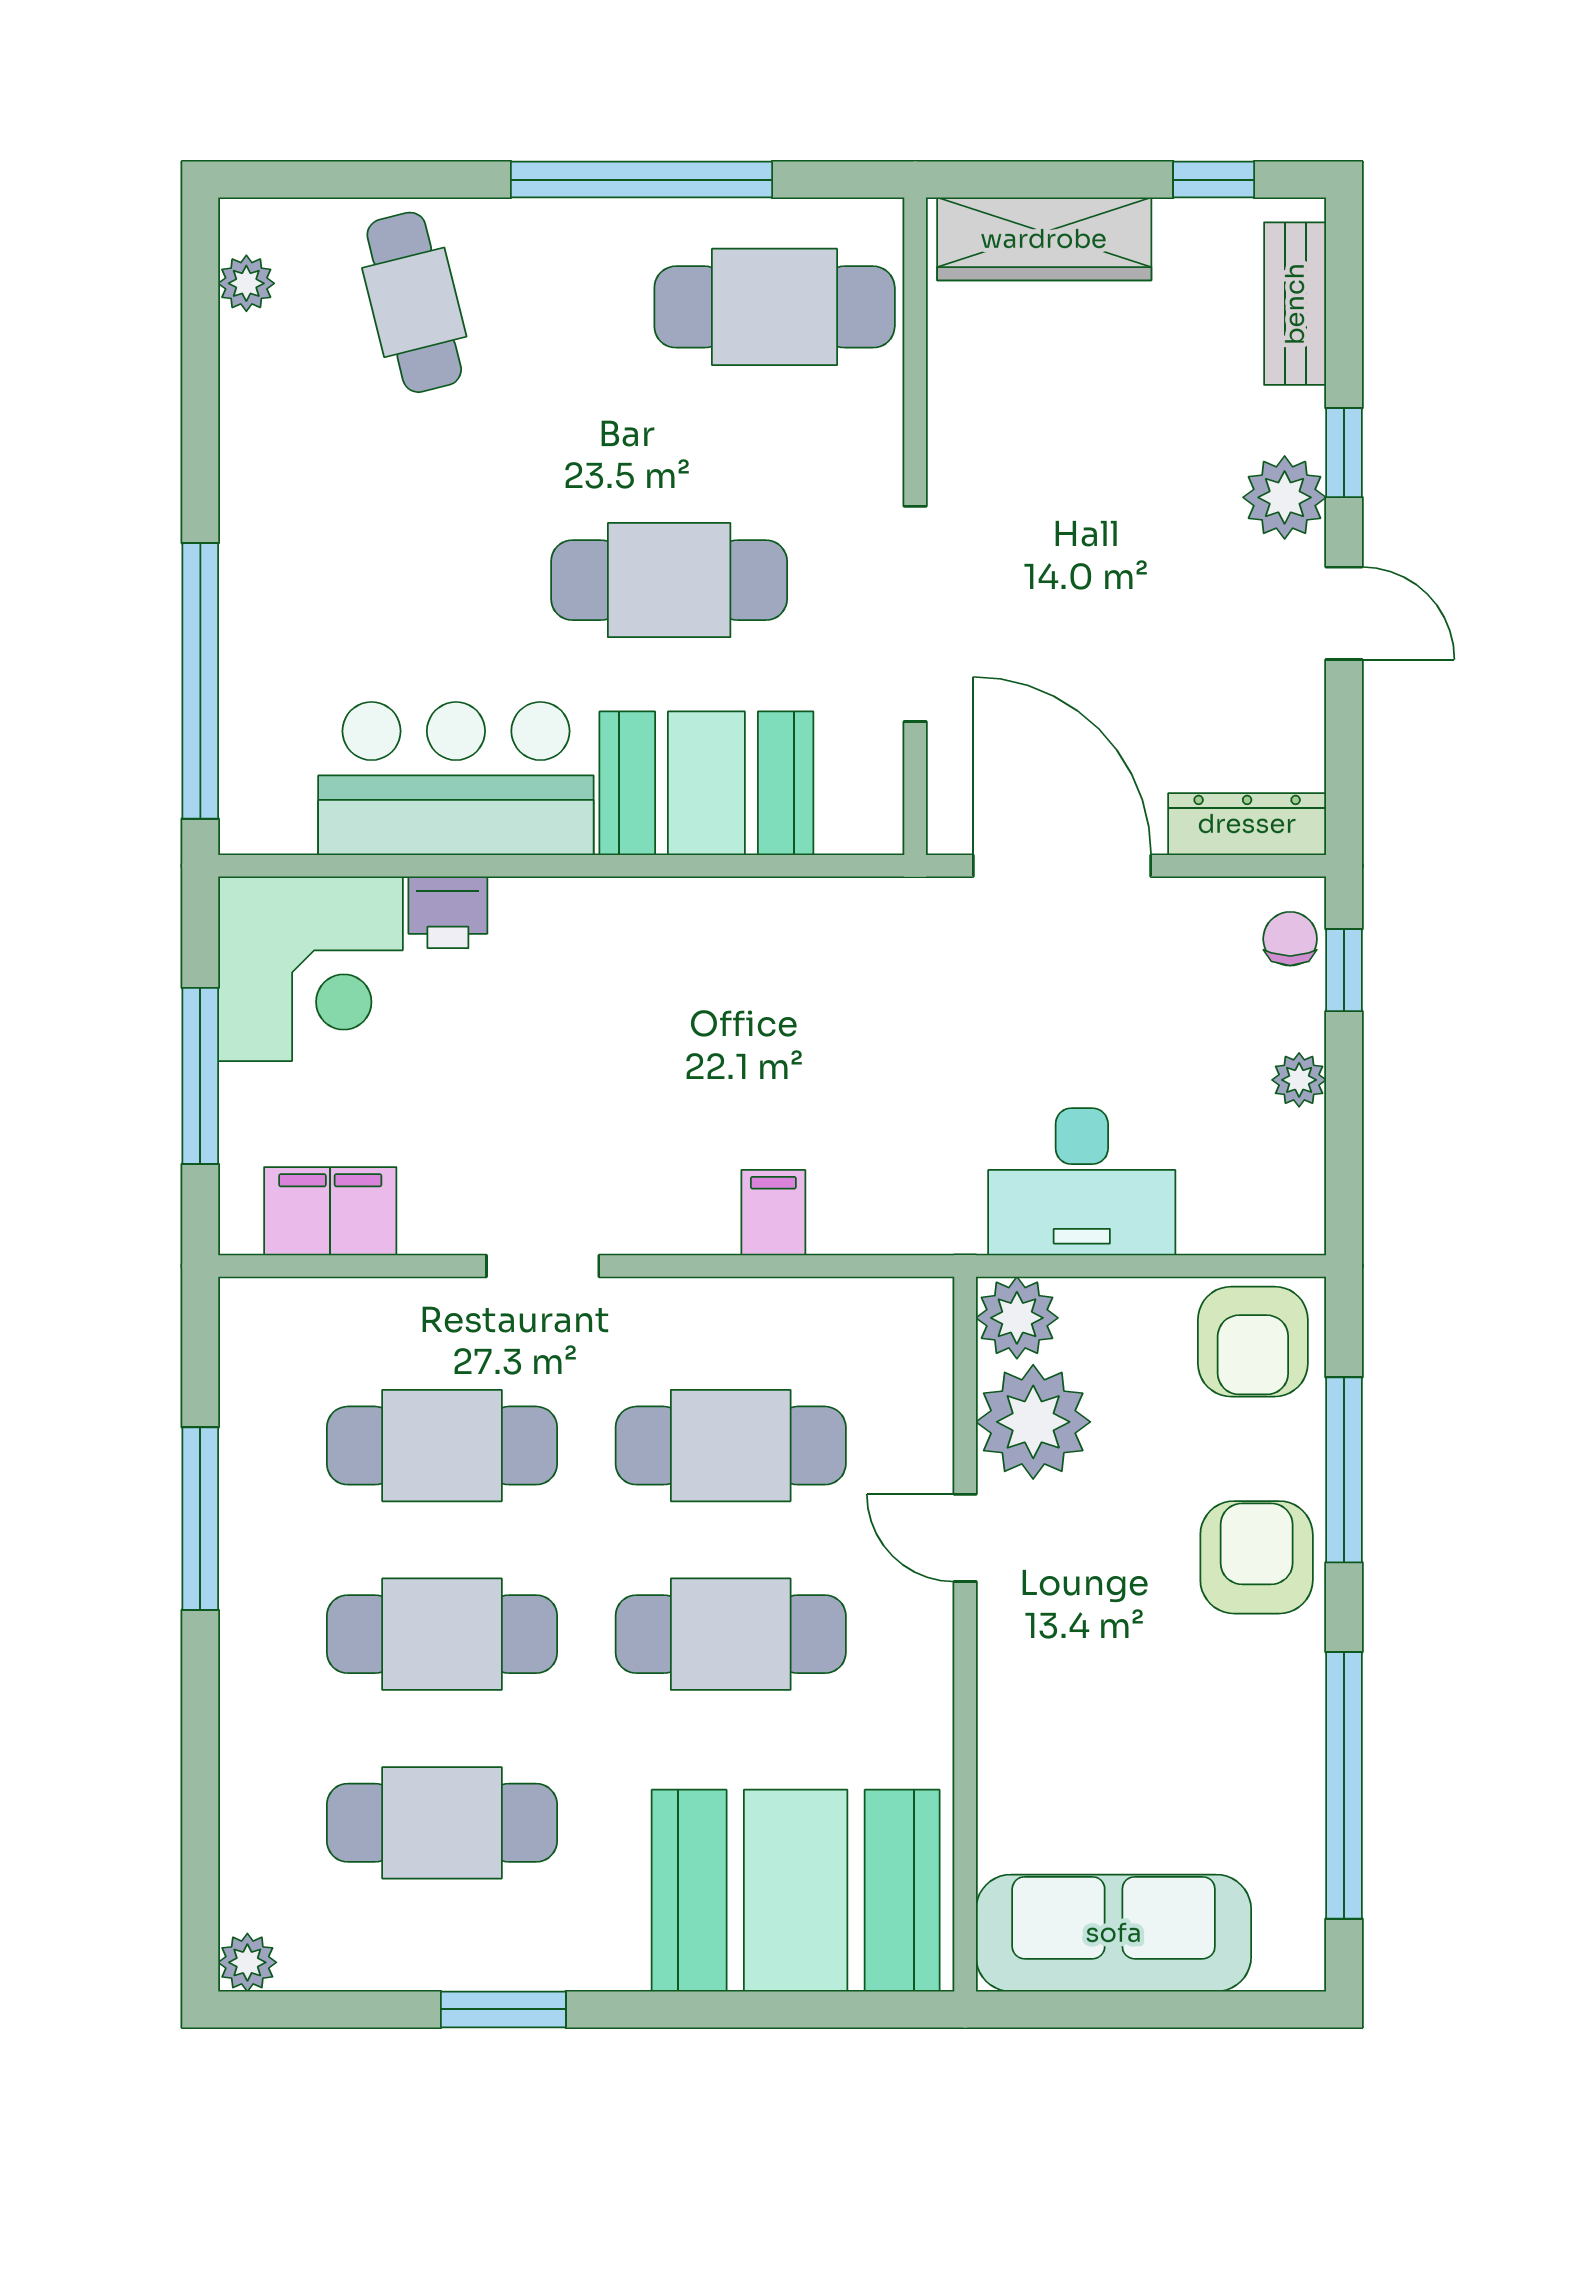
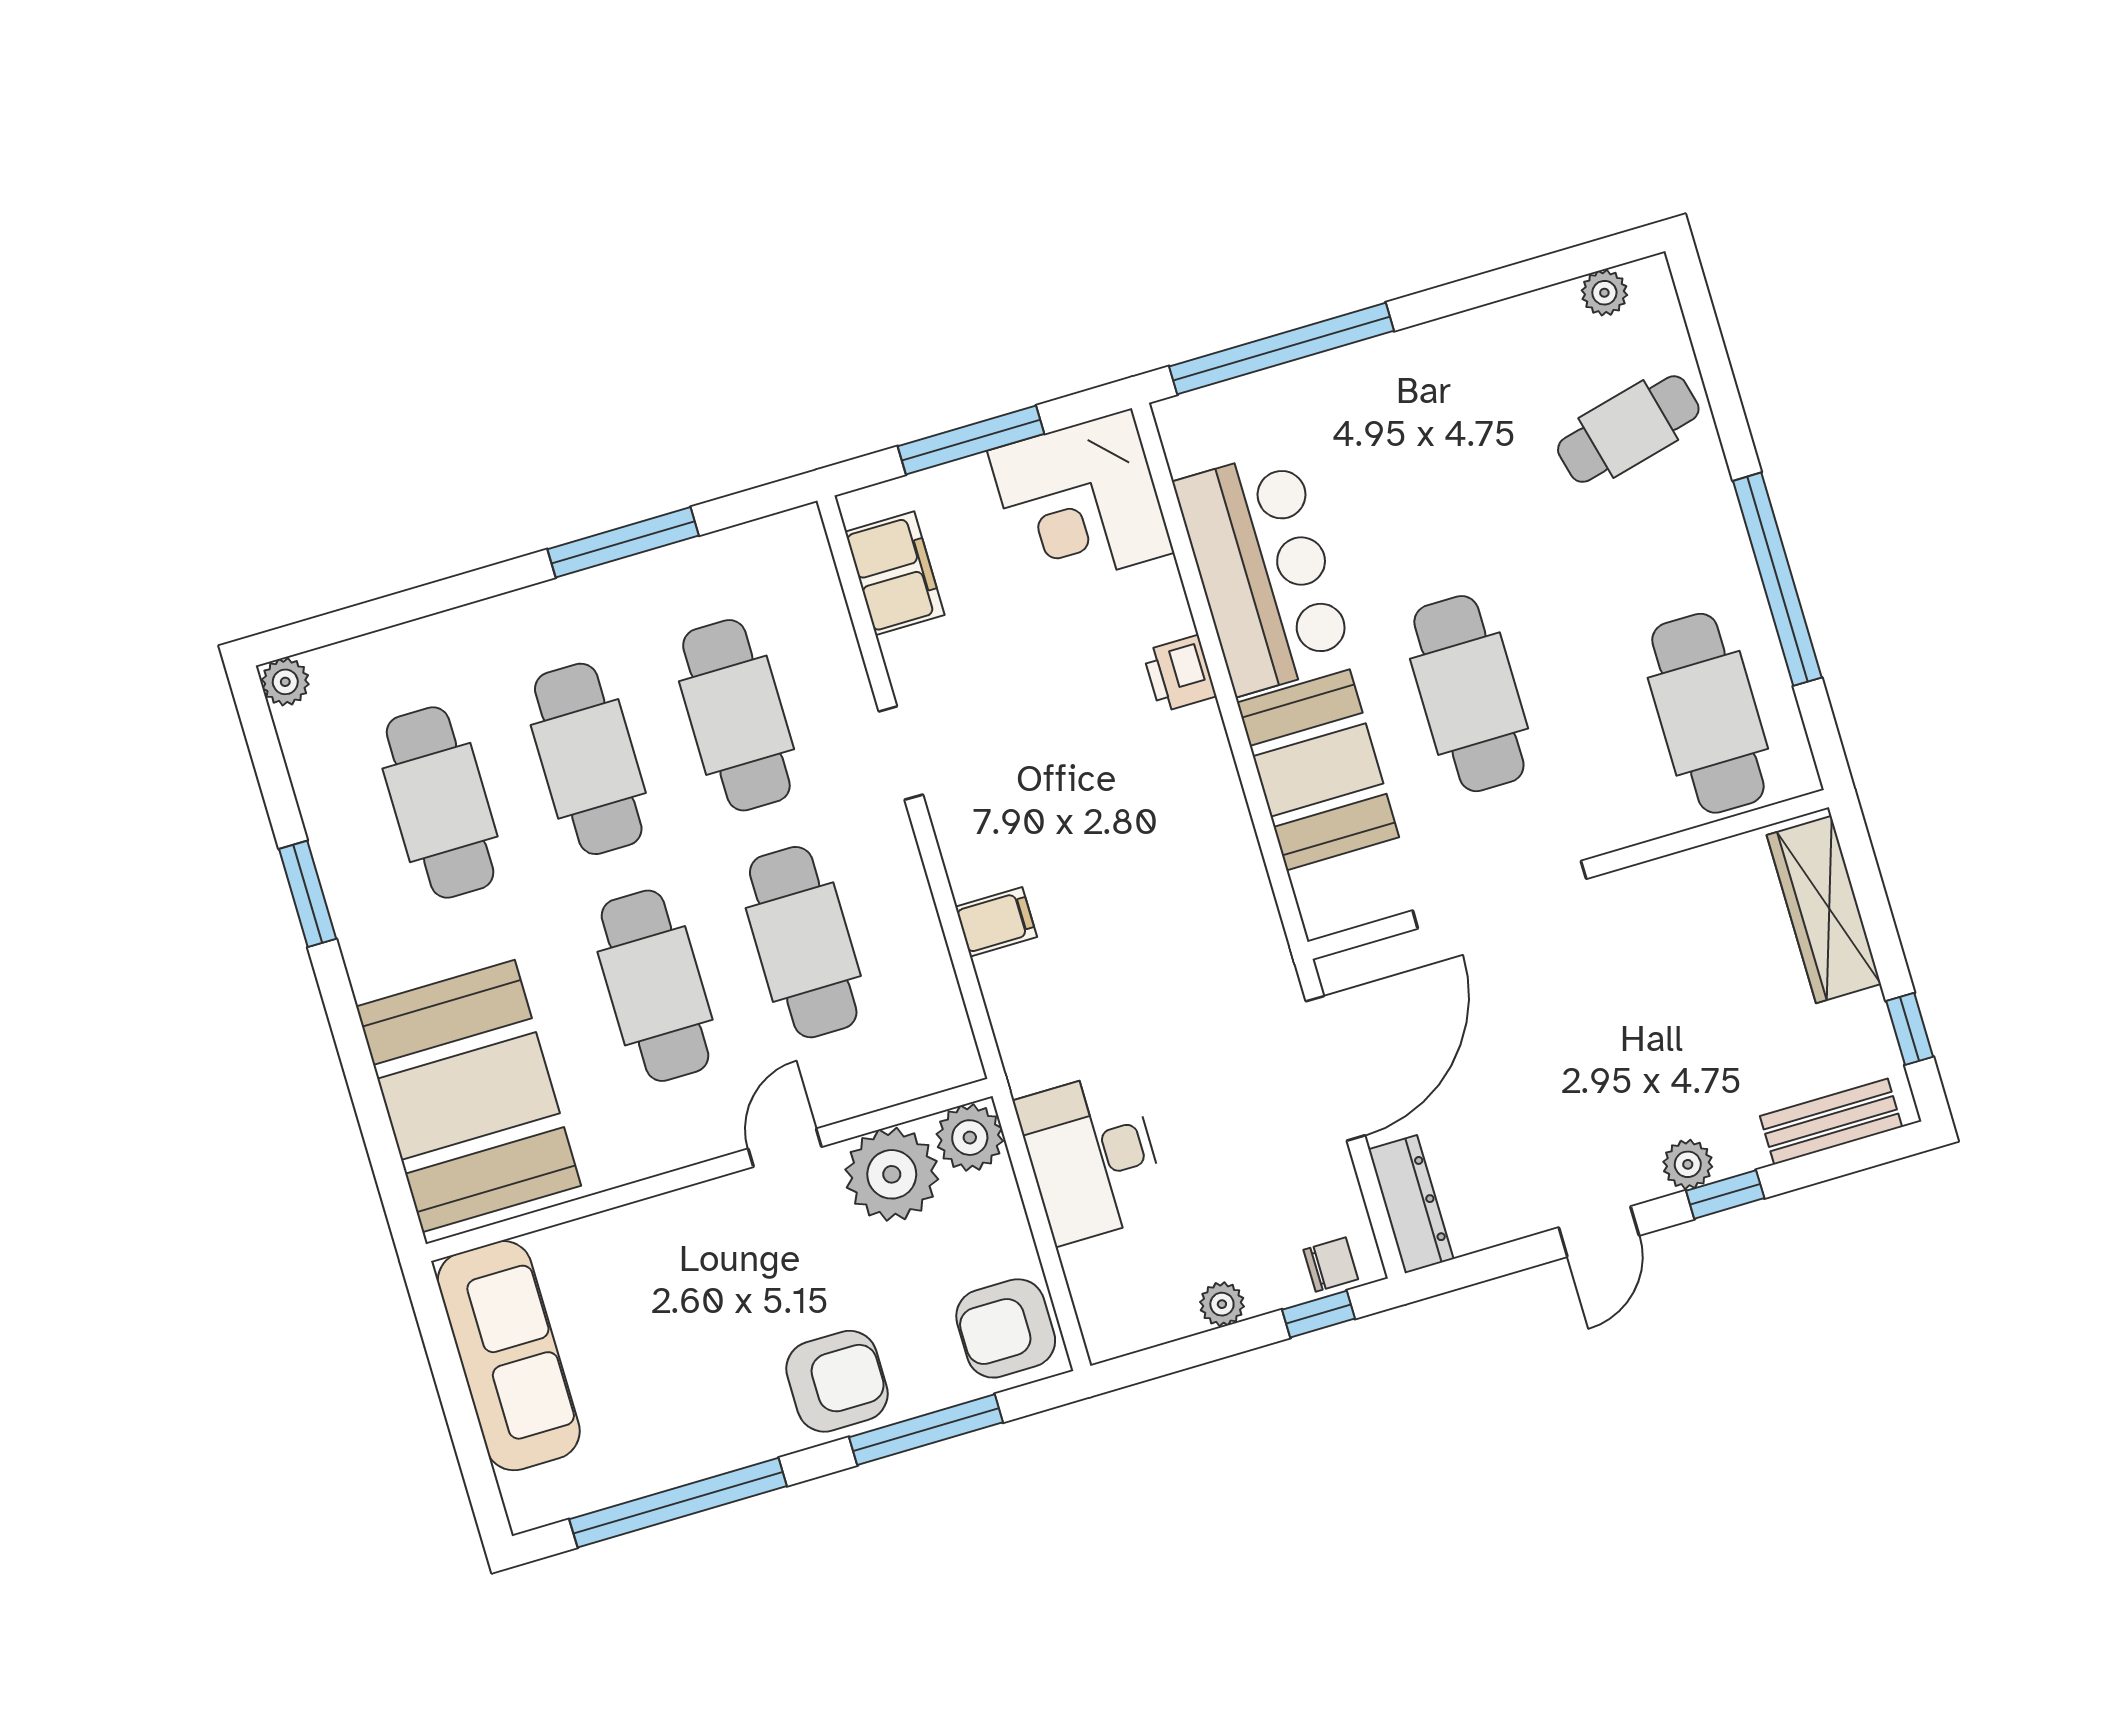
plant: (1285, 497) -> (1688, 1164), width x0.73, depth x0.73
printer: (448, 912) -> (1179, 674), moved

